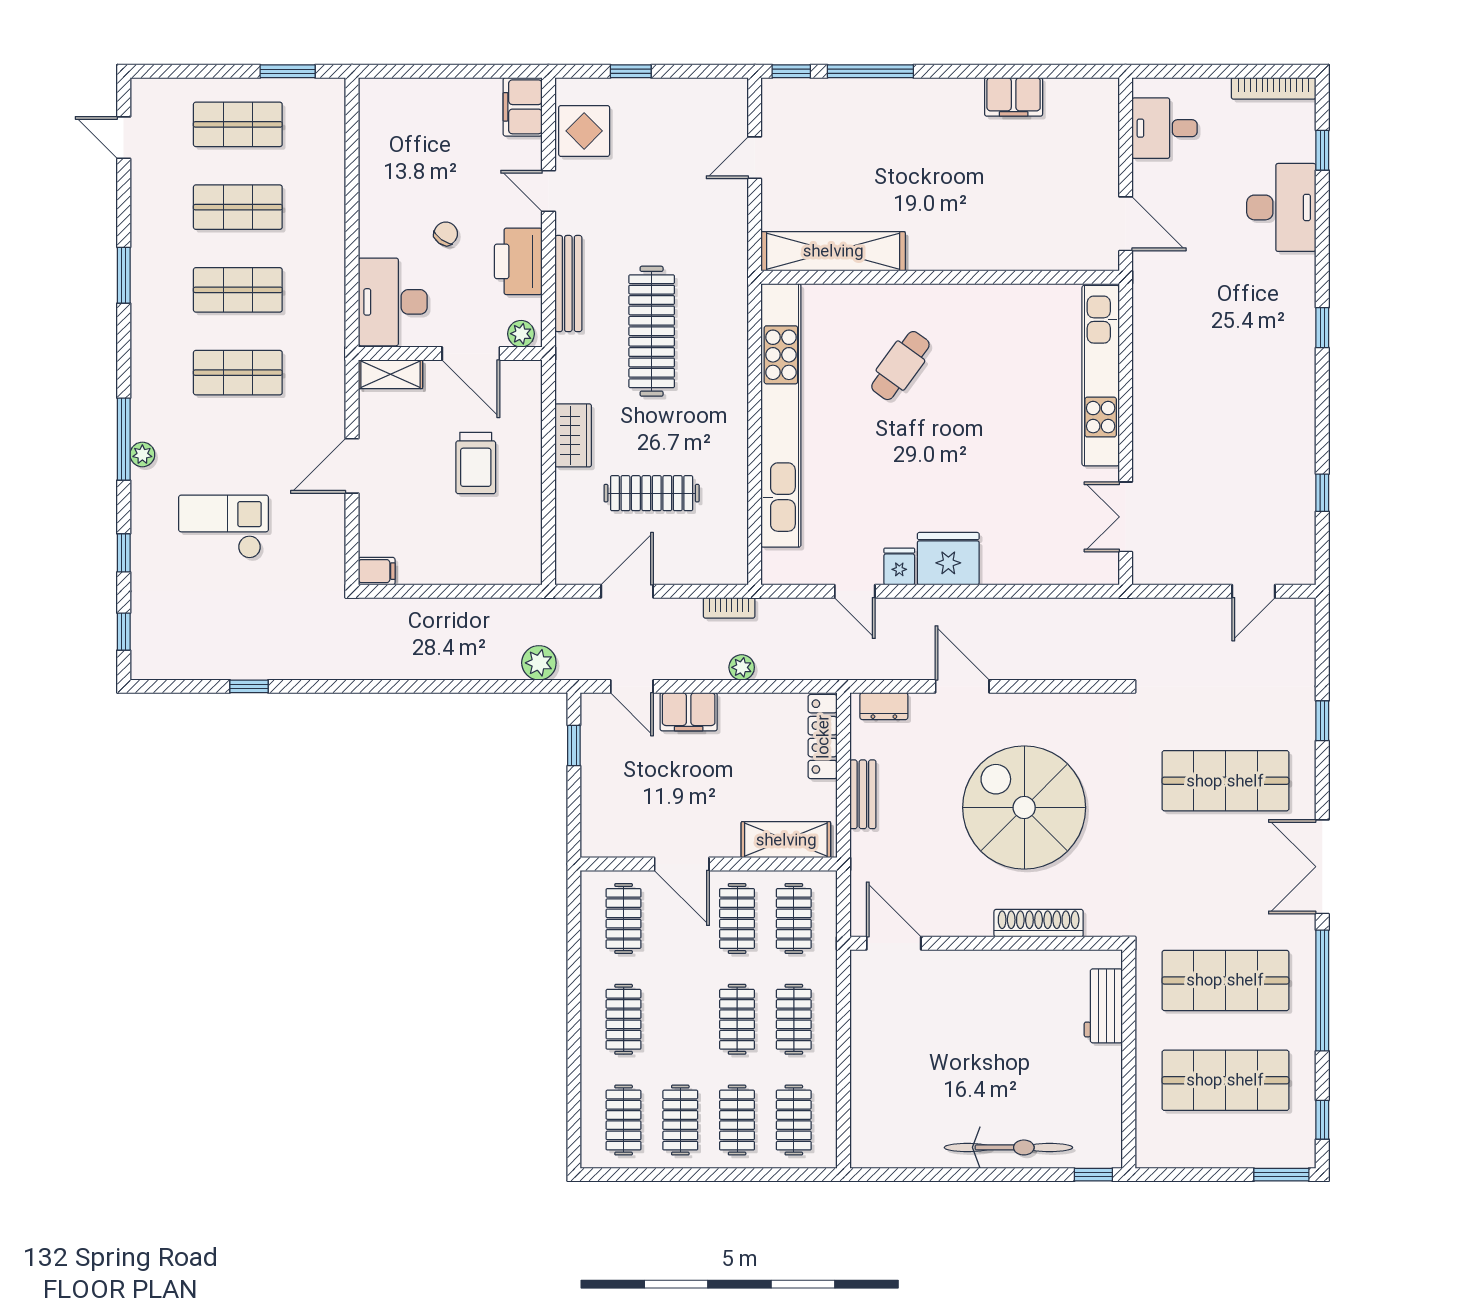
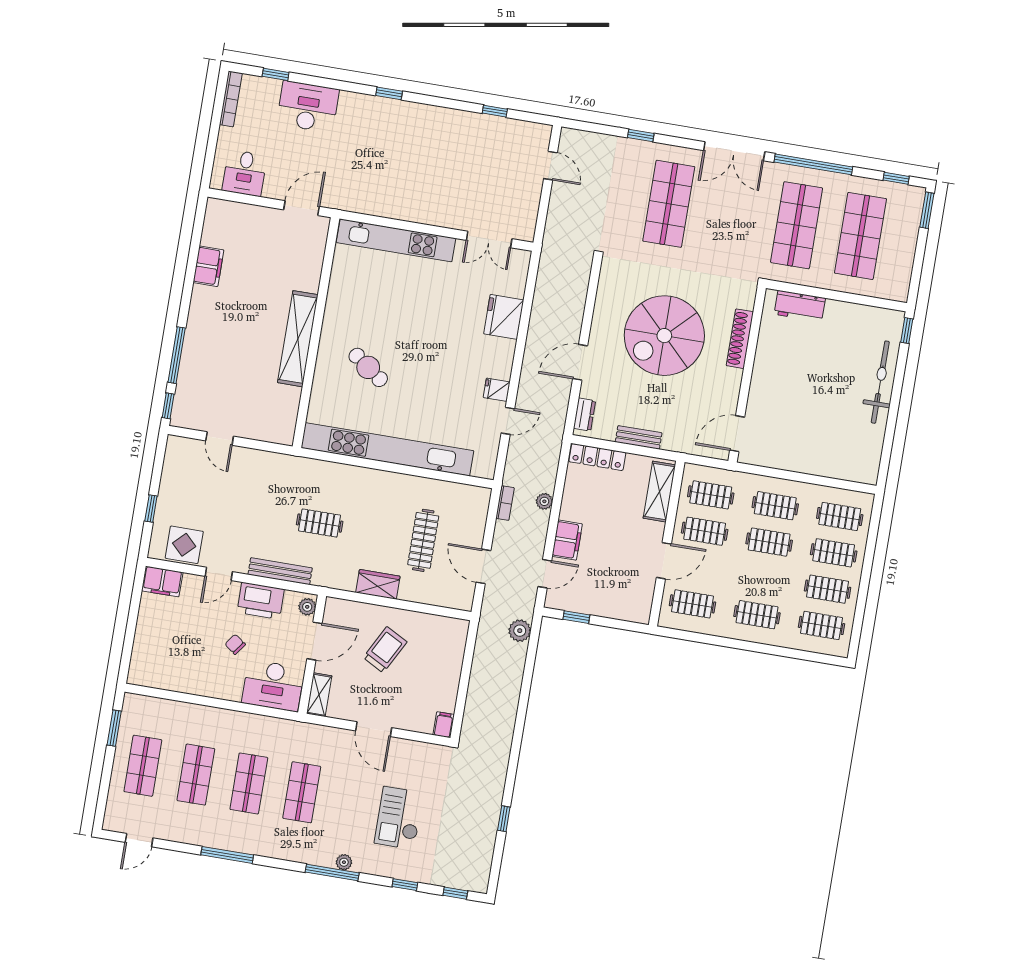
shelving: (833, 251) -> (298, 339), moved
window: (124, 275) -> (227, 855), width x1.44
clothes rail: (652, 331) -> (320, 523), width x0.54, depth x0.76
trolley: (476, 463) -> (385, 650), turned -62
fridge: (948, 559) -> (504, 317), moved

